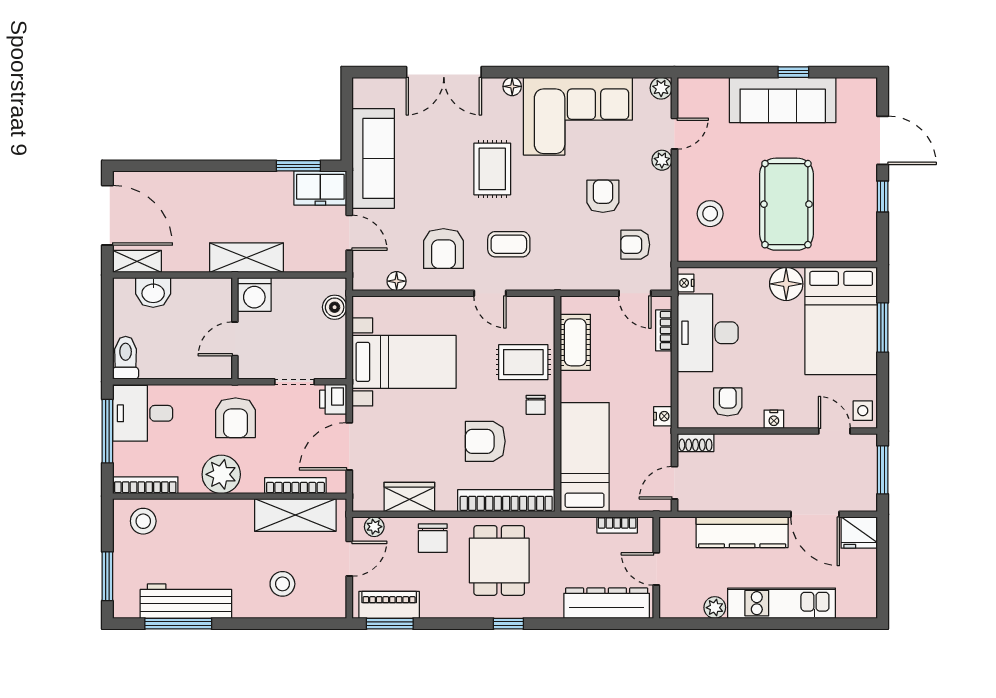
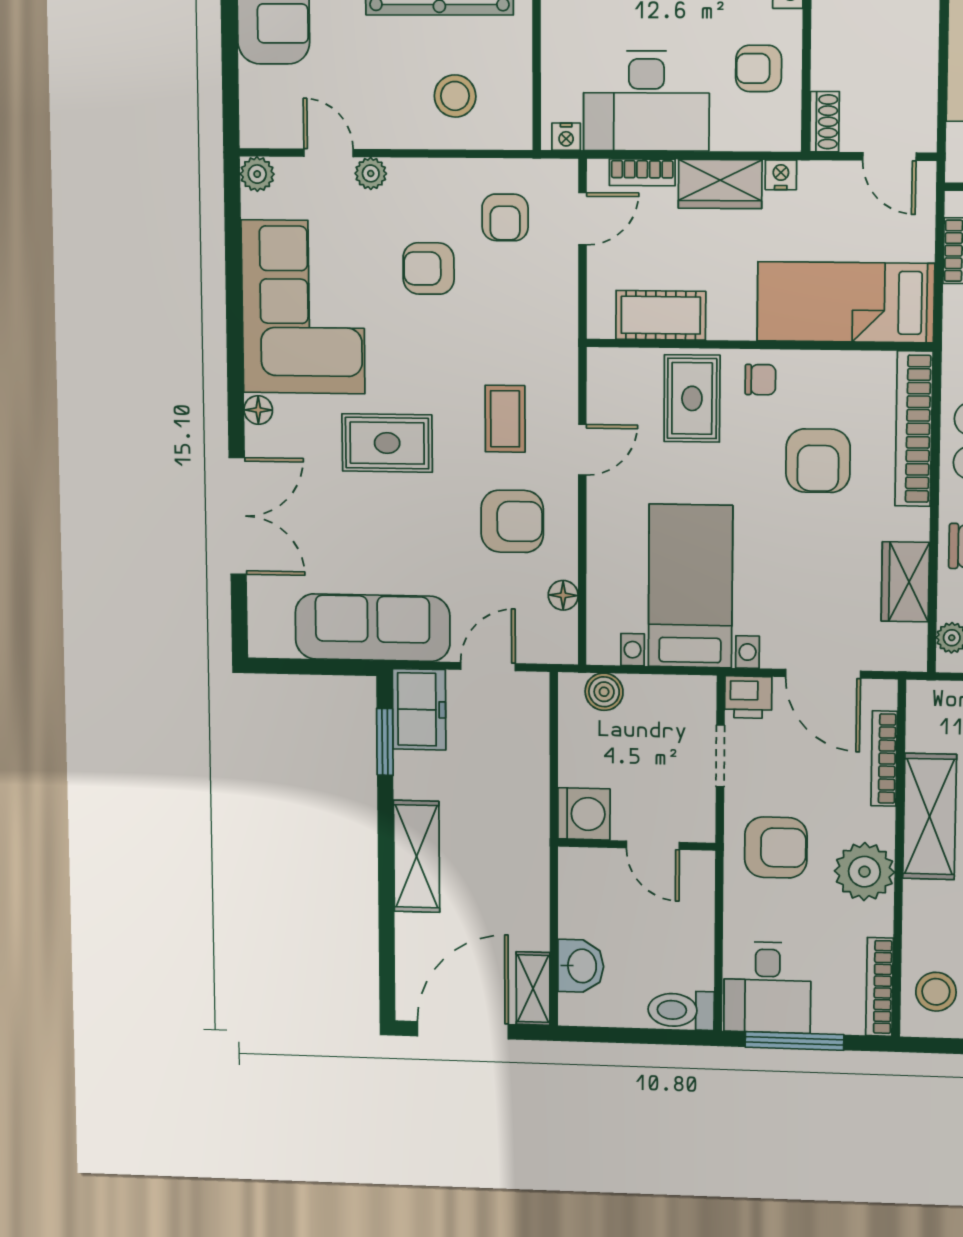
shelving: (246, 258) -> (417, 856), moved
wardrobe: (657, 379) -> (720, 184), added
shelving: (295, 515) -> (930, 817), moved

